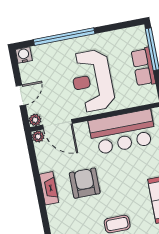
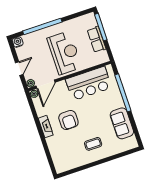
reception desk: (92, 81) -> (64, 53), turned 180
door: (57, 124) -> (46, 84), hinge flipped
armchair: (85, 183) -> (68, 120), turned 180

